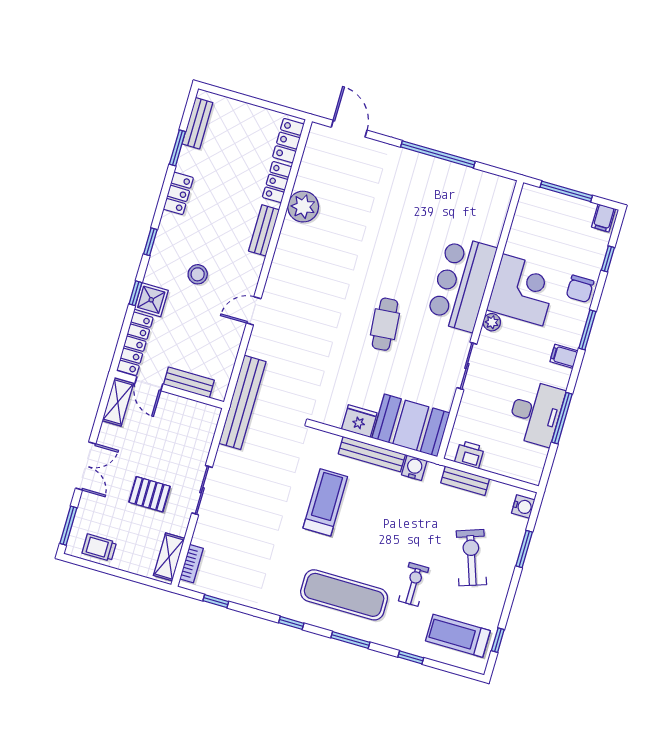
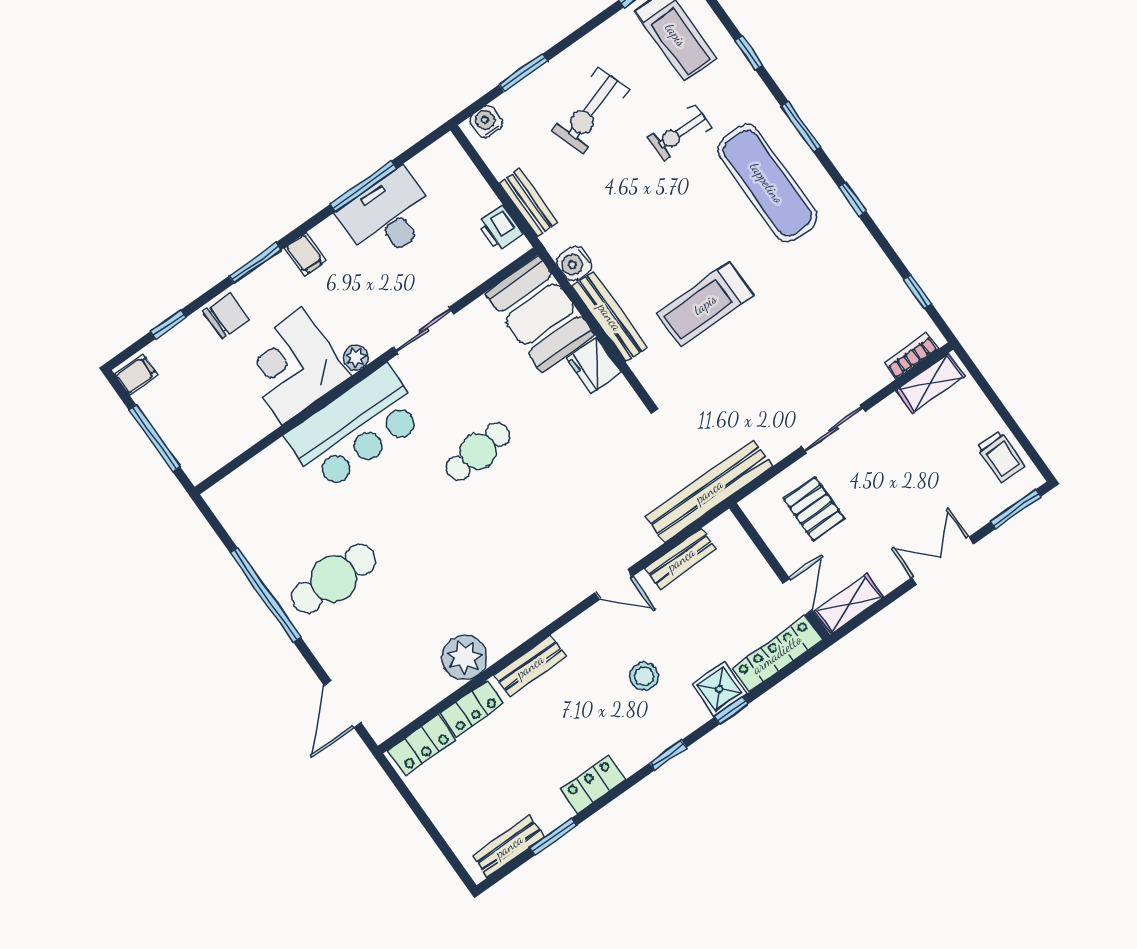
cafe table: (408, 193) -> (333, 579), added
bench: (189, 382) -> (681, 559), moved, turned 90
pallet: (149, 494) -> (814, 509), moved

